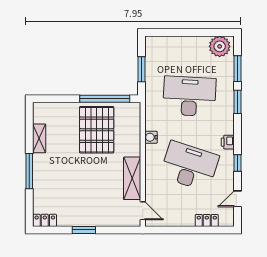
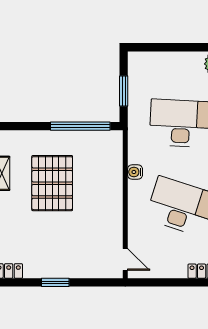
pallet: (97, 130) -> (52, 183), moved
shelving: (132, 178) -> (113, 221), removed

